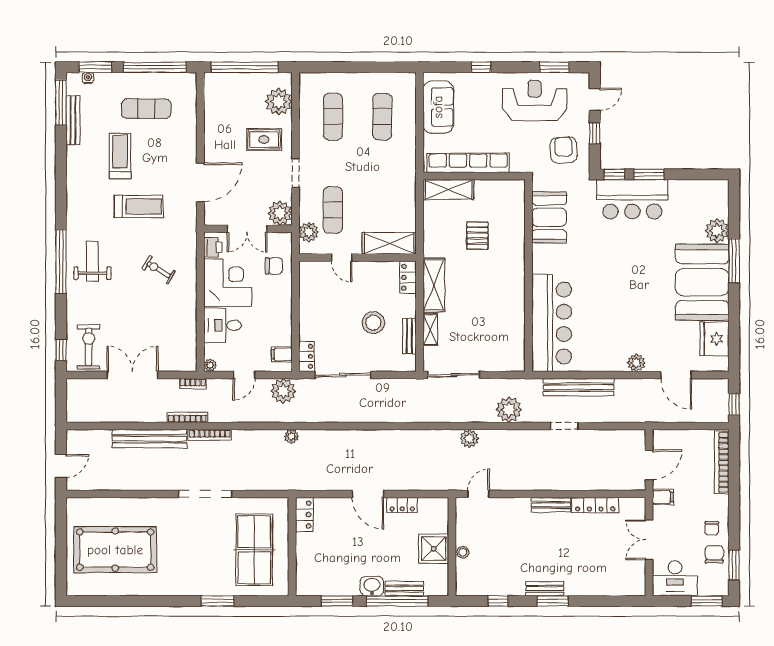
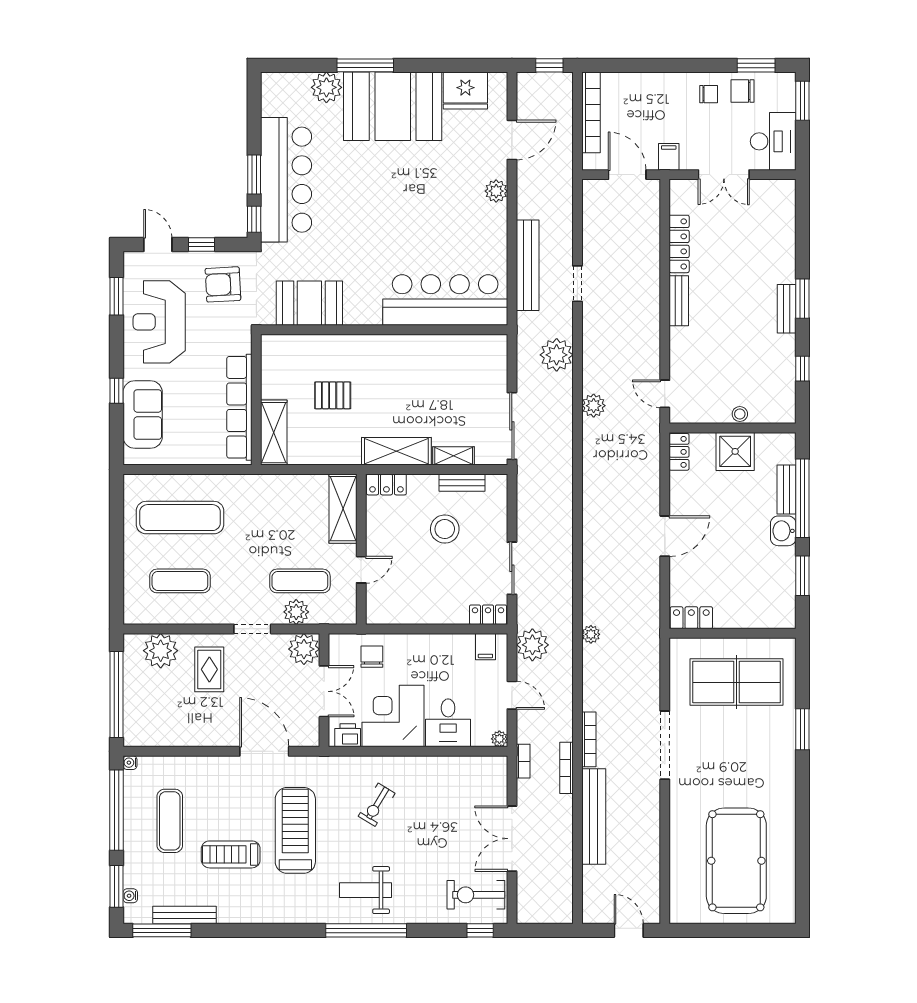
water cooler: (192, 78) -> (130, 763), added
sofa: (438, 107) -> (143, 415), moved, turned 90
exercise mat: (382, 117) -> (180, 518), width x1.36, depth x1.45
bar counter: (632, 199) -> (286, 180), width x1.36
treadmill: (139, 206) -> (295, 830), width x1.37, depth x1.38
plant: (309, 232) -> (296, 612), moved
sliding door: (343, 375) -> (512, 568), width x0.73
bookcase: (722, 462) -> (591, 112), moved, turned -90
locker: (402, 505) -> (679, 452), moved

